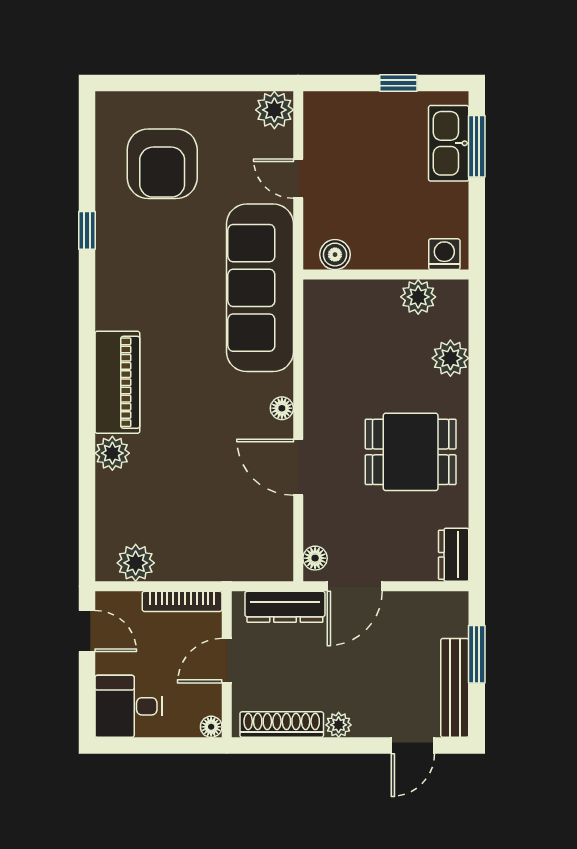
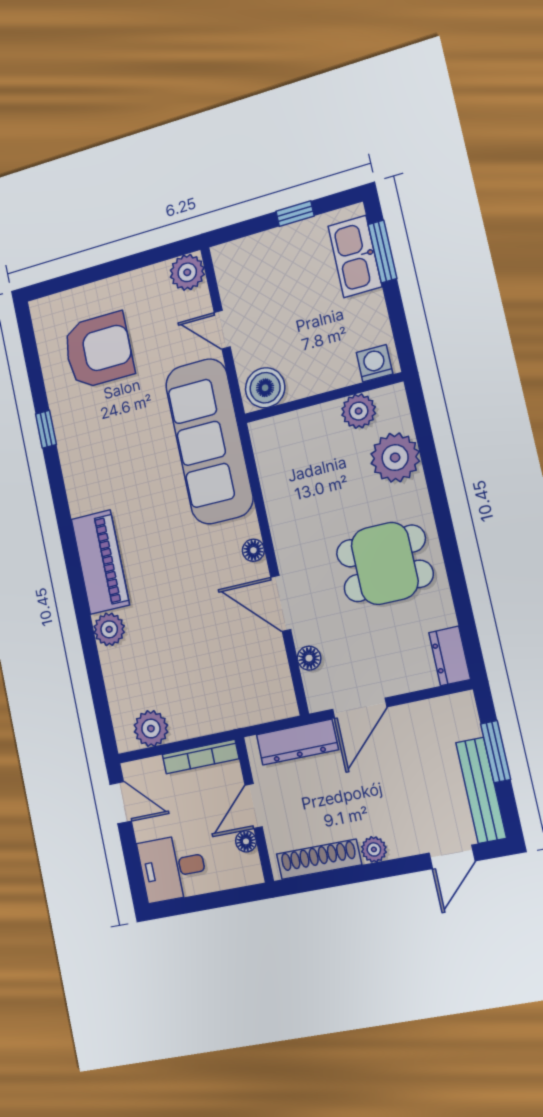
armchair: (162, 164) -> (98, 350), turned -90
boiler: (335, 255) -> (265, 388), width x1.36, depth x1.36
plant: (450, 358) -> (395, 458), width x1.36, depth x1.36
floor lamp: (315, 558) -> (309, 658), moved
floor lamp: (211, 727) -> (246, 841), moved

